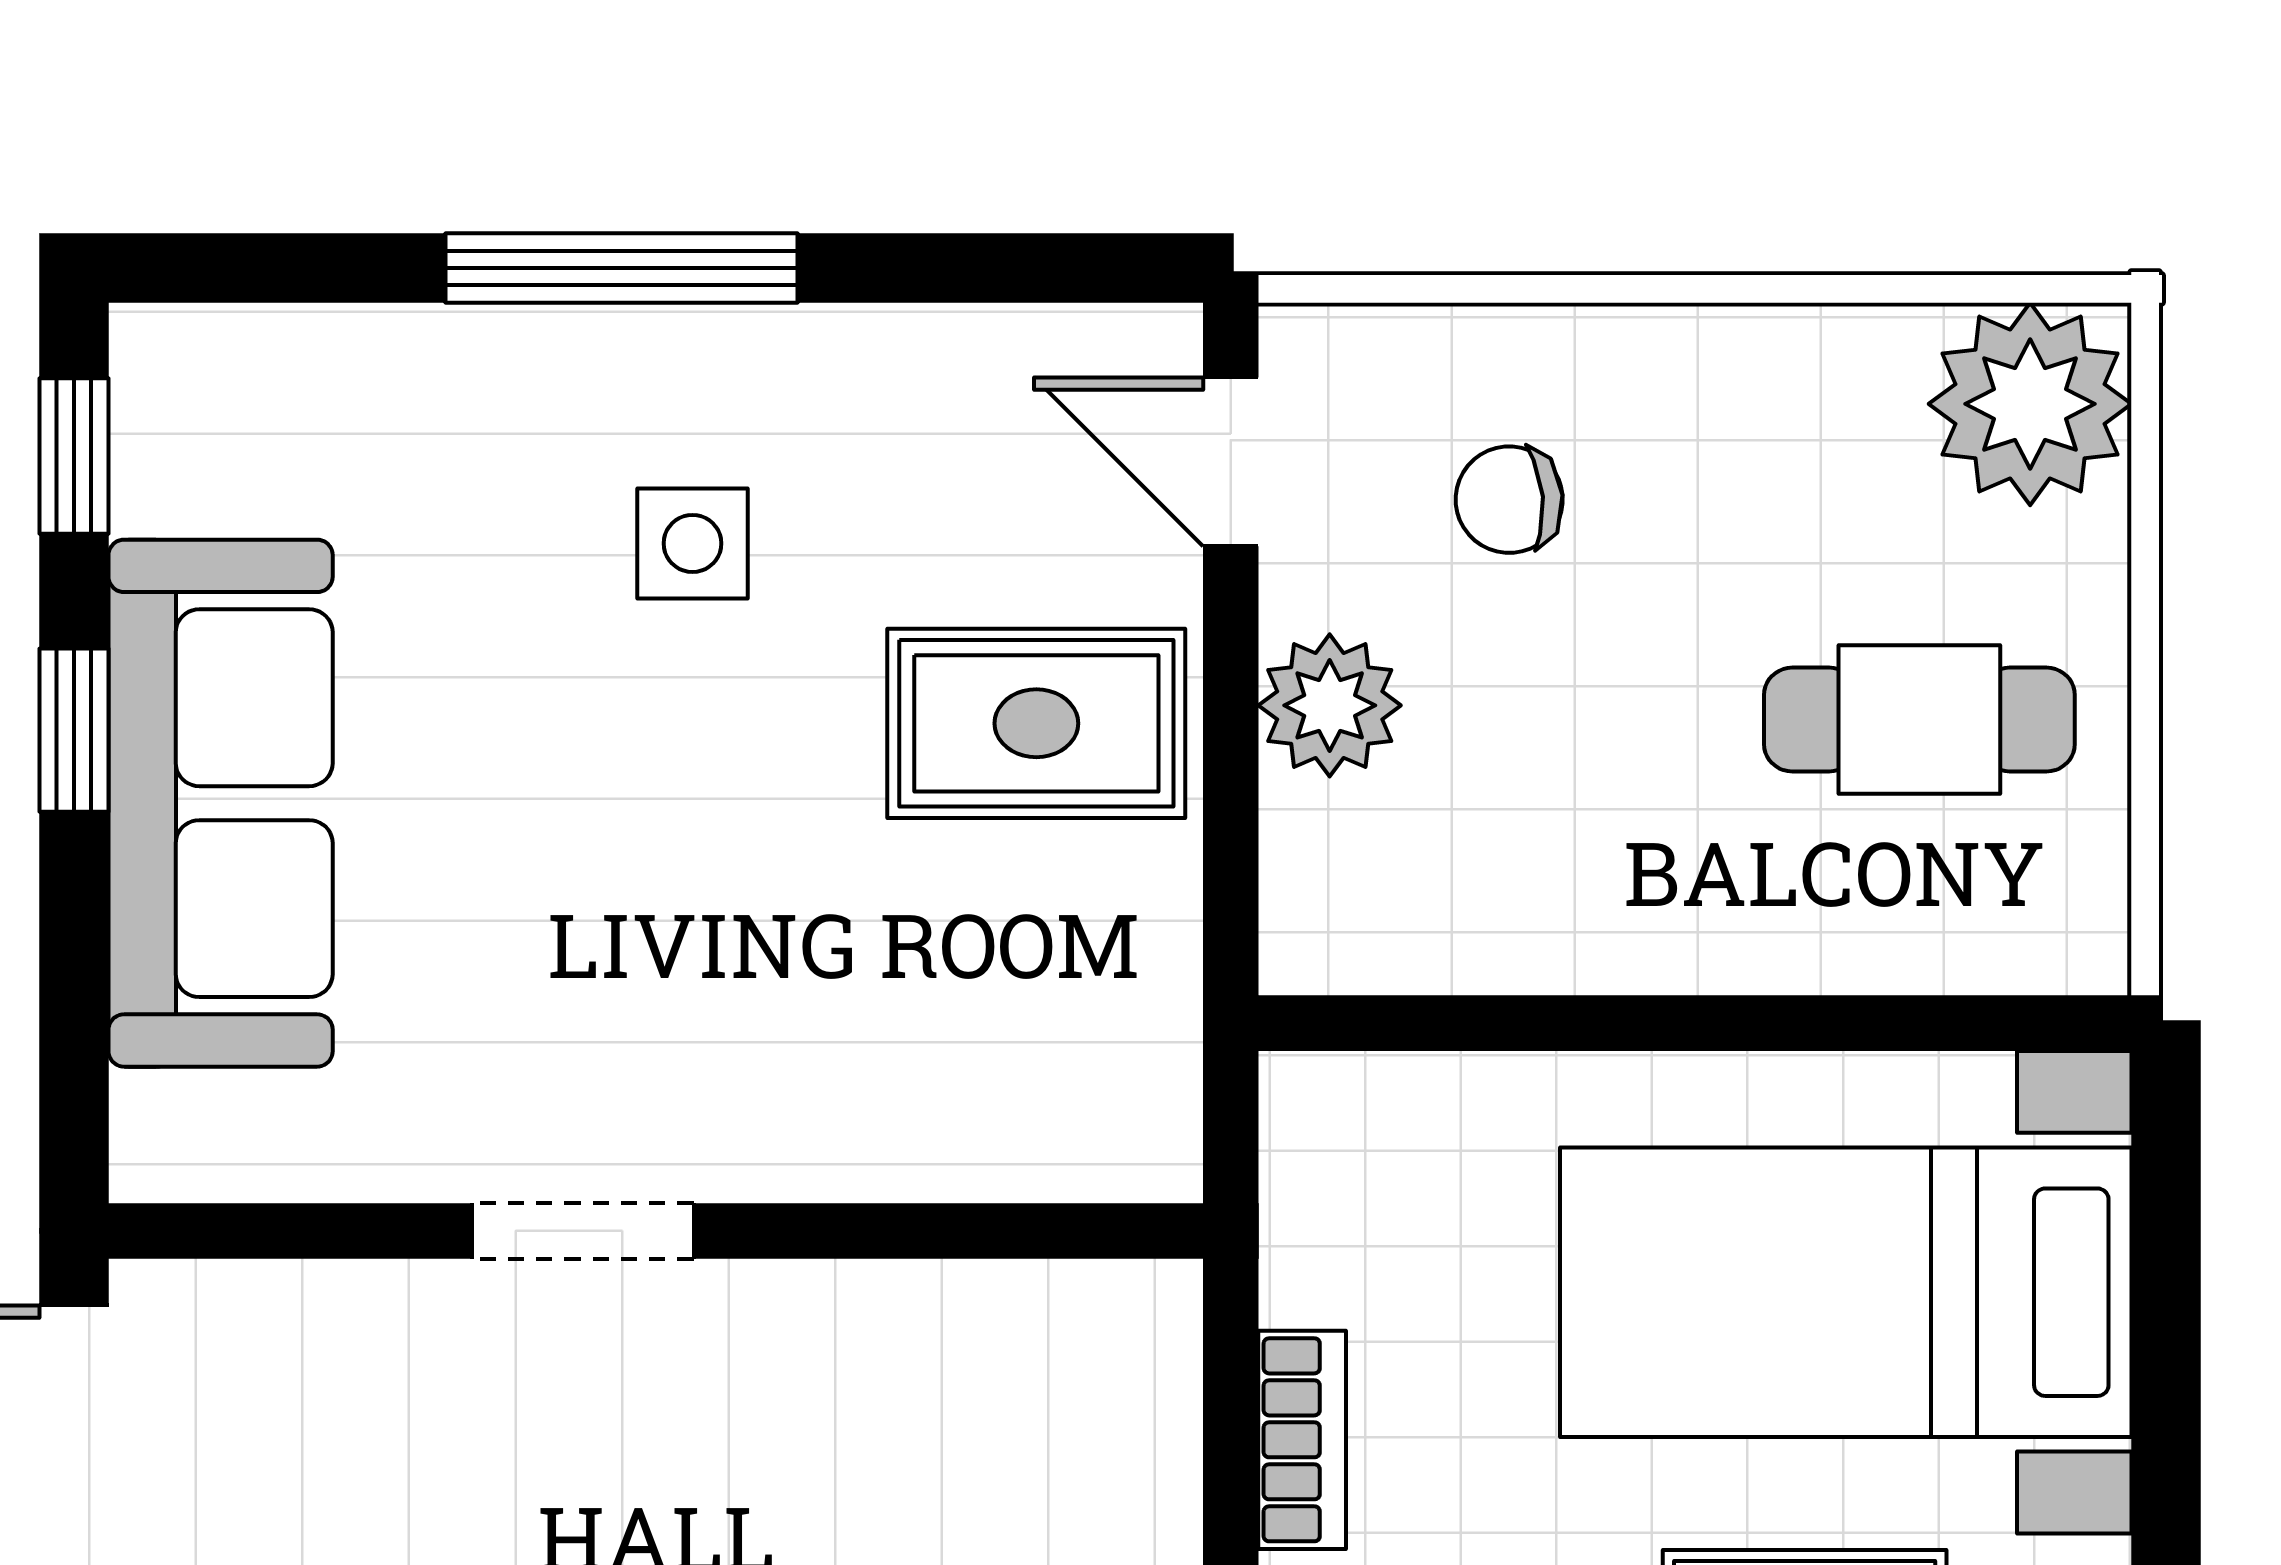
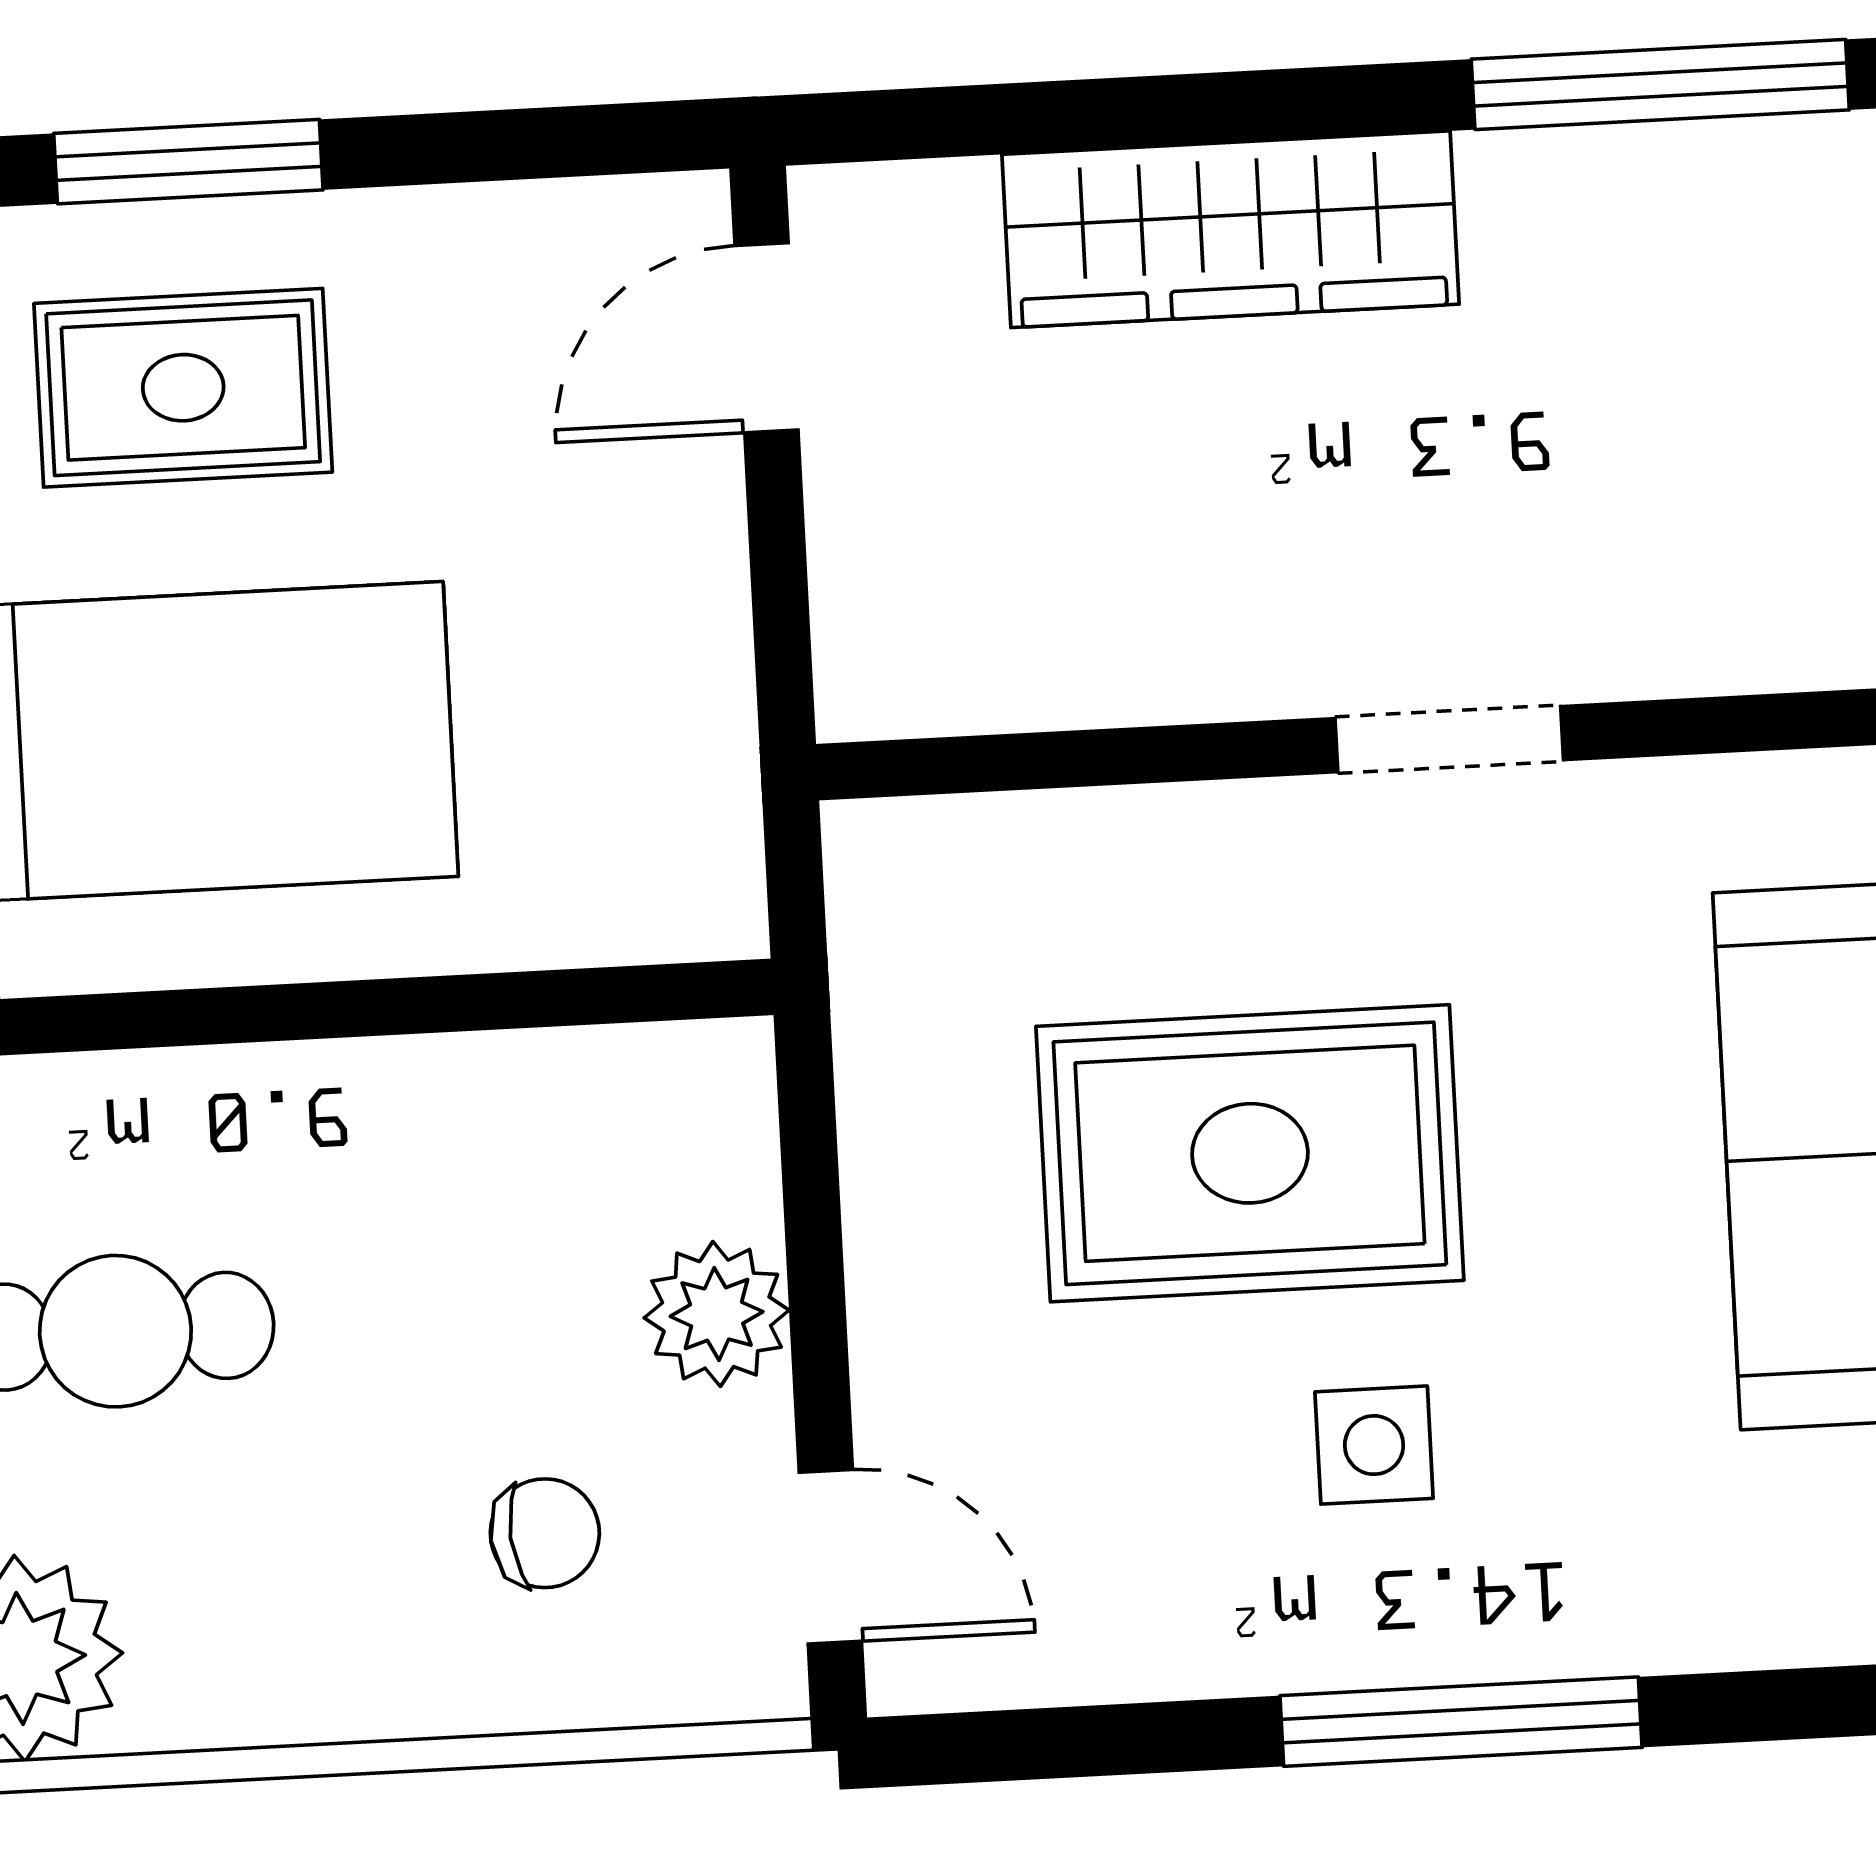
rug: (1036, 723) -> (1250, 1153), moved, width x1.36, depth x1.43
bookcase: (1302, 1440) -> (705, 565), removed

